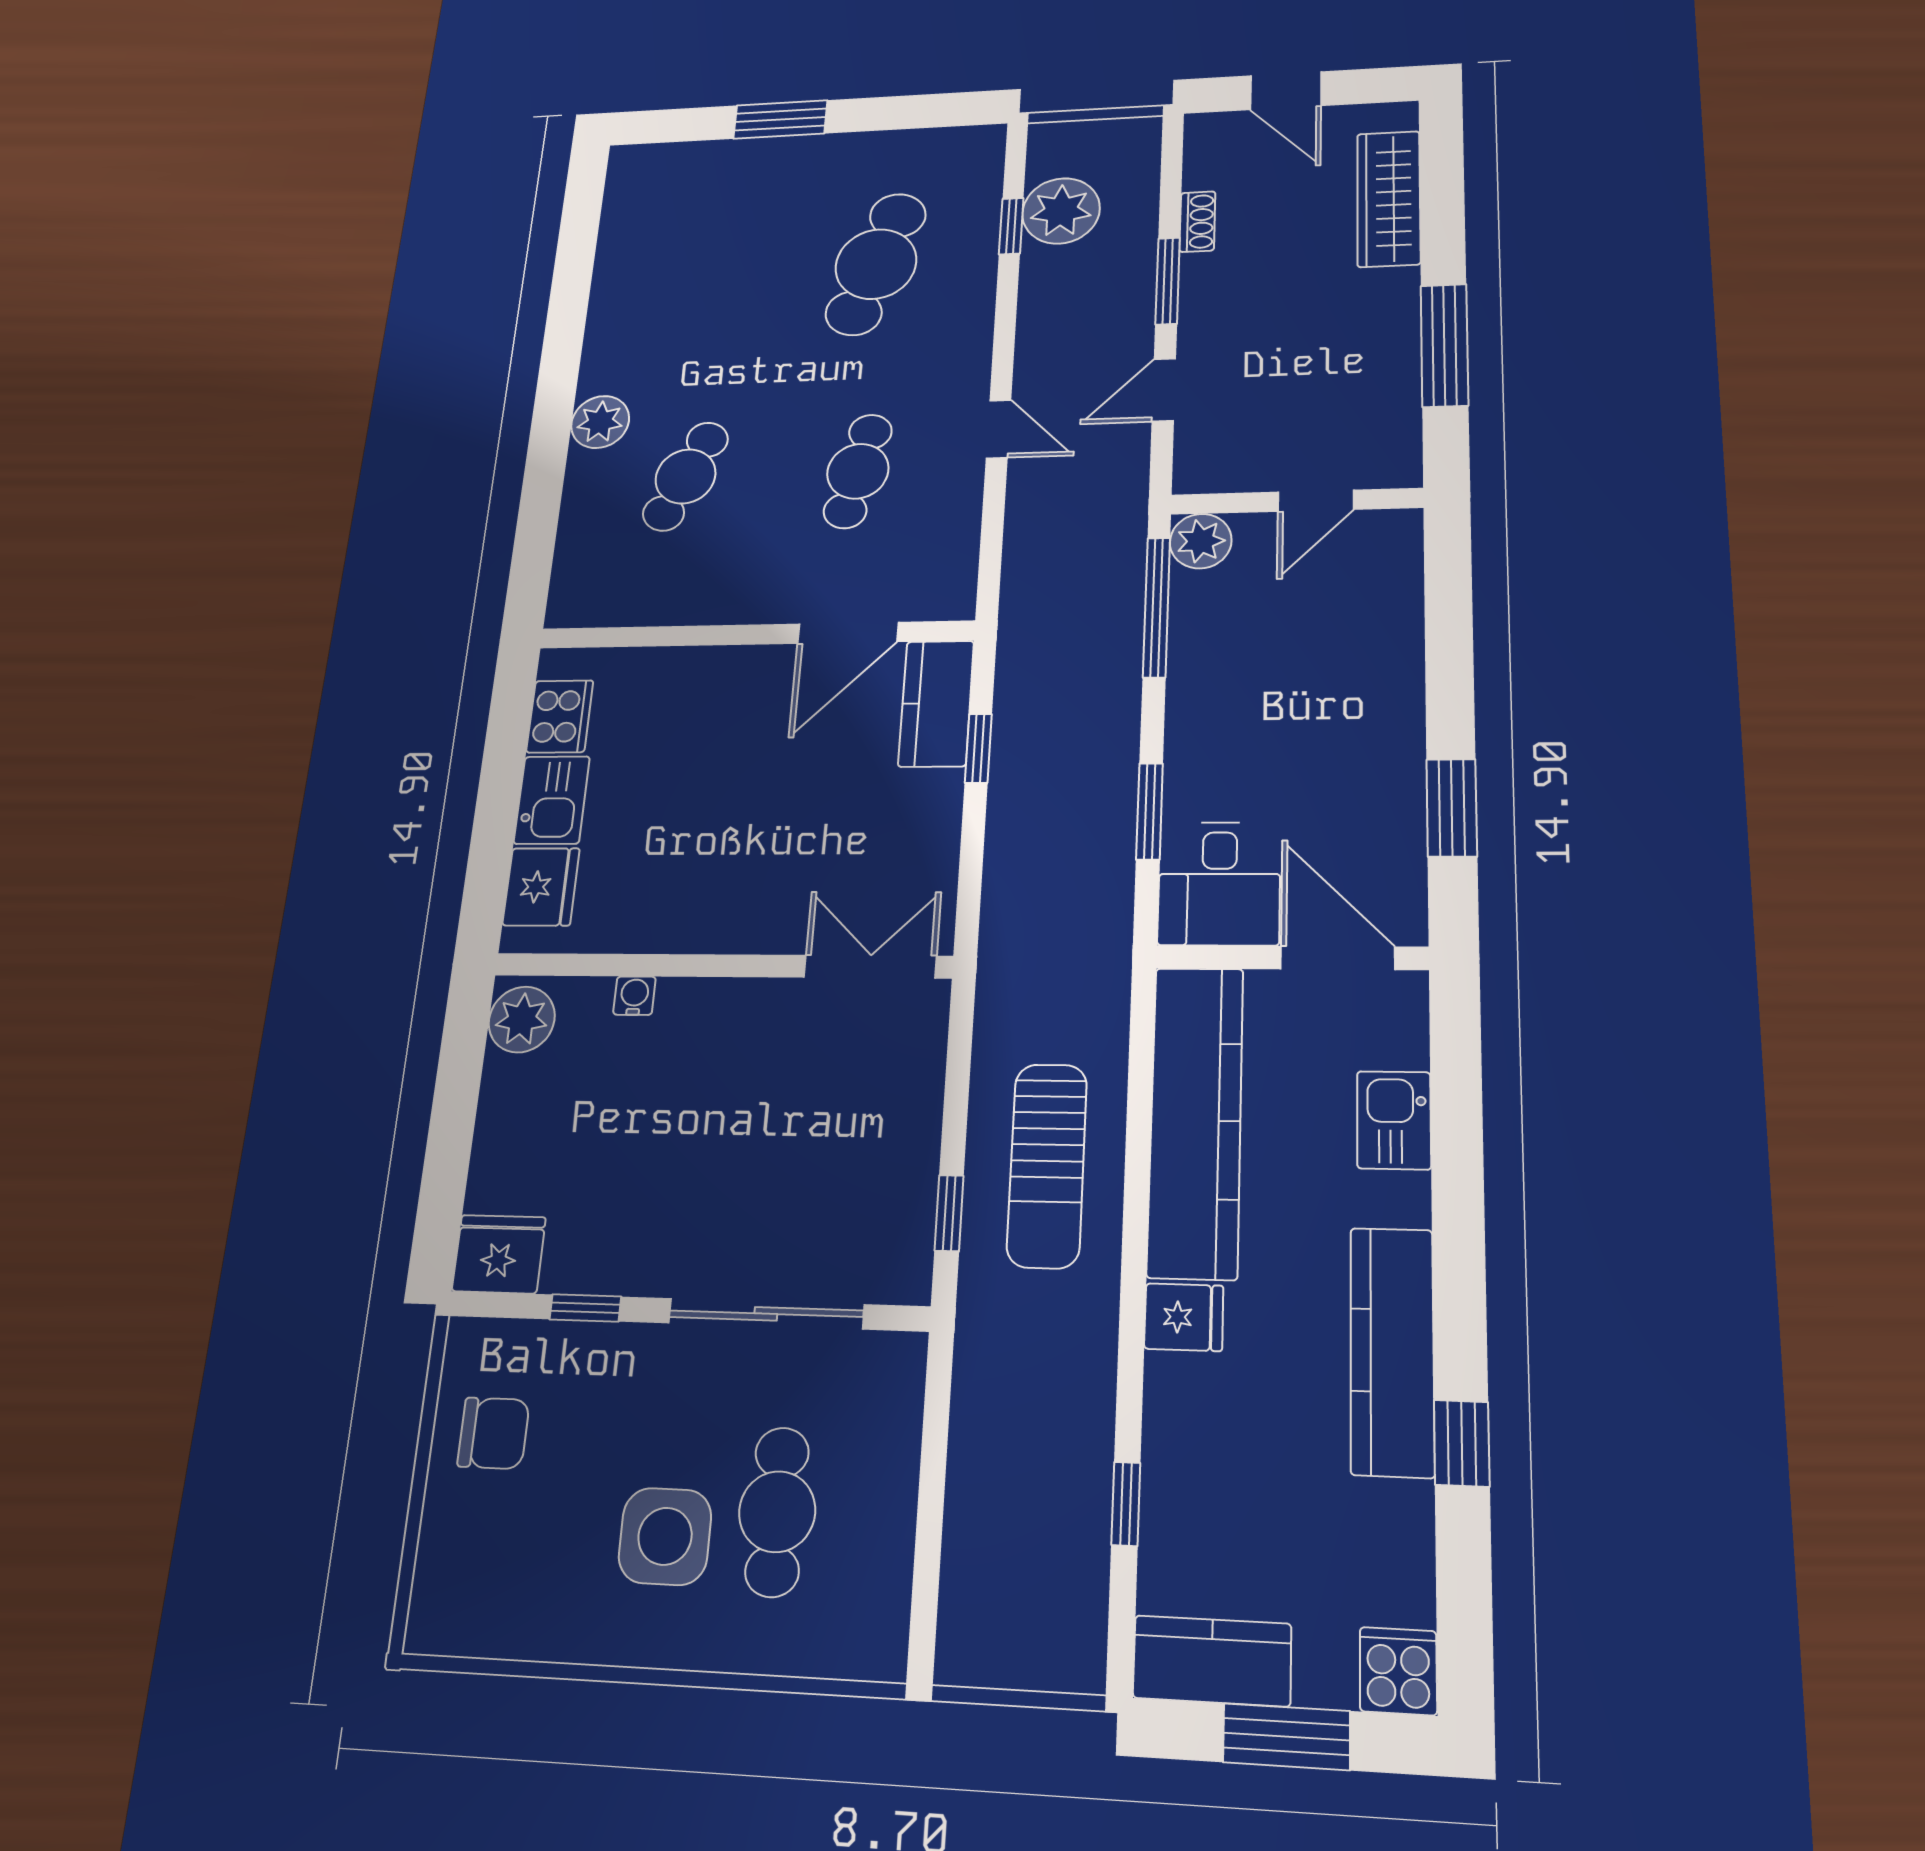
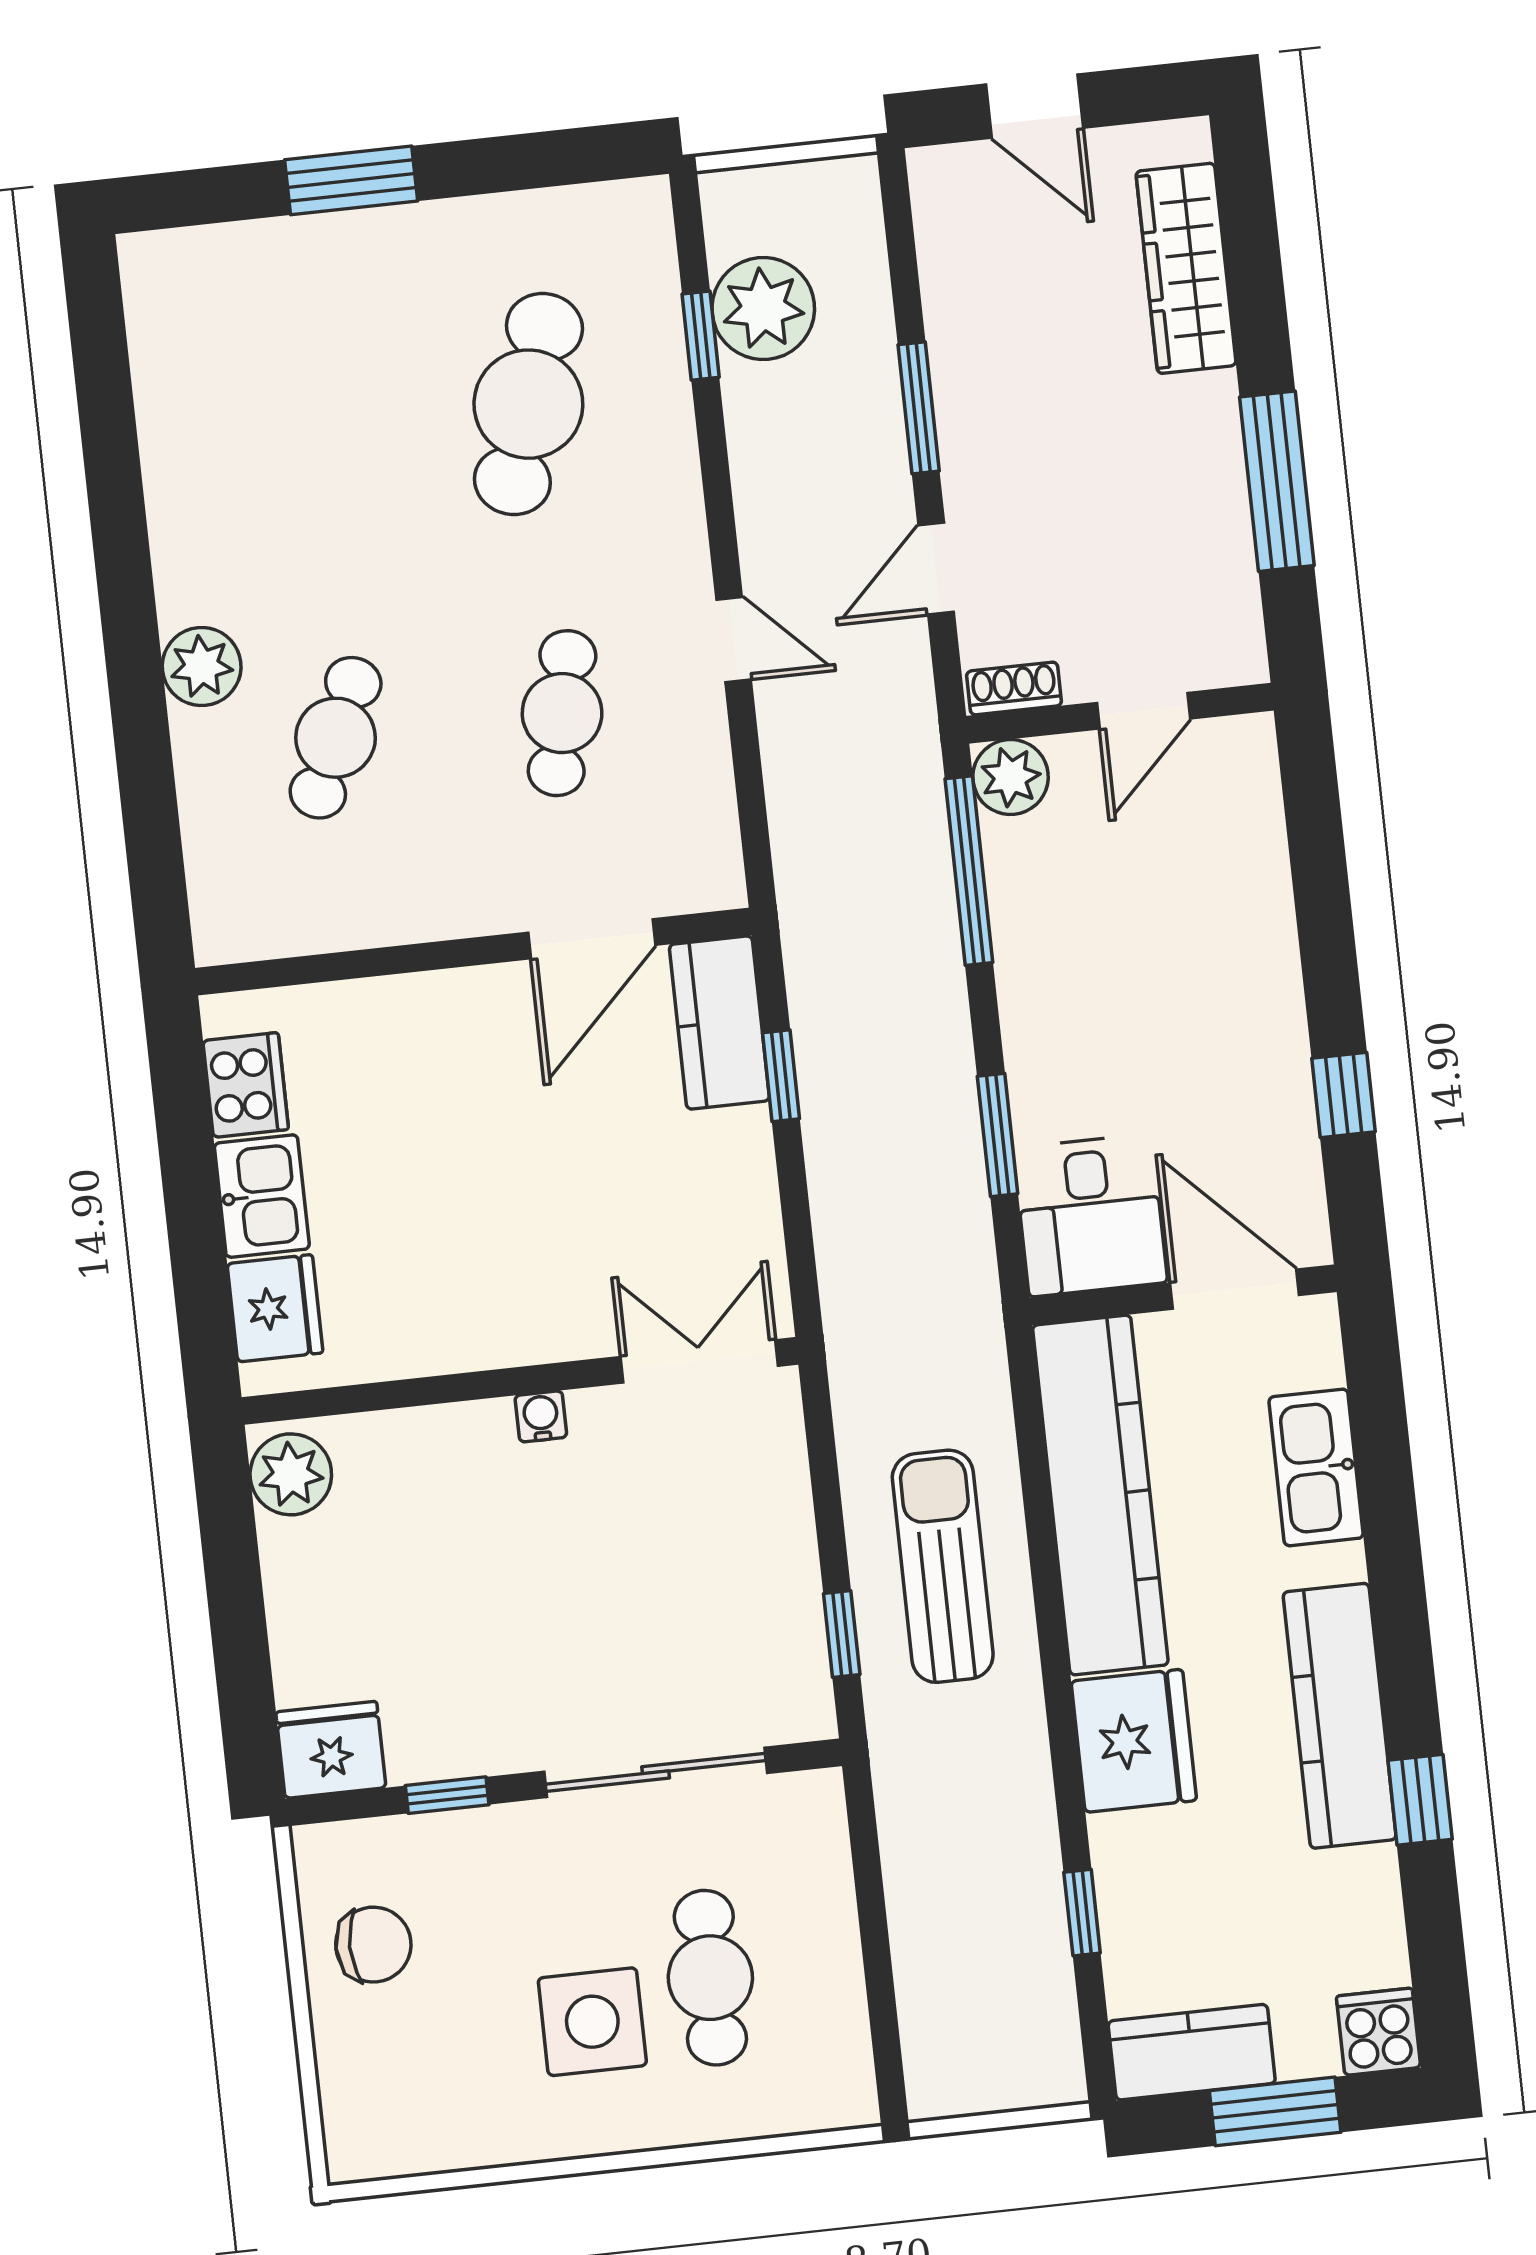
shoe rack: (1197, 222) -> (1014, 688), moved, turned -90
window: (1452, 808) -> (1343, 1095), width x0.67
water cooler: (634, 996) -> (541, 1416), moved
kitchen sink: (1394, 1120) -> (1316, 1467), width x1.38
sun lounger: (1047, 1165) -> (943, 1566), turned 180
fridge: (1184, 1317) -> (1134, 1741), width x1.88, depth x1.34

